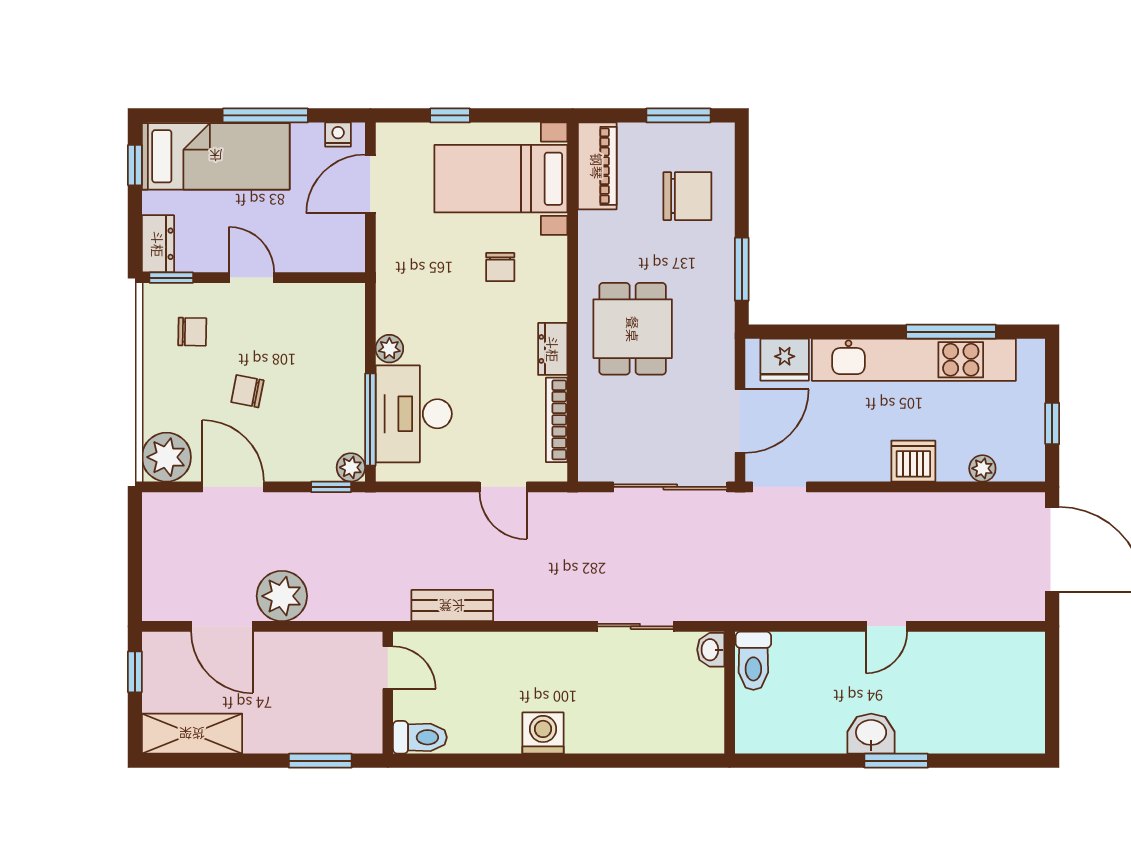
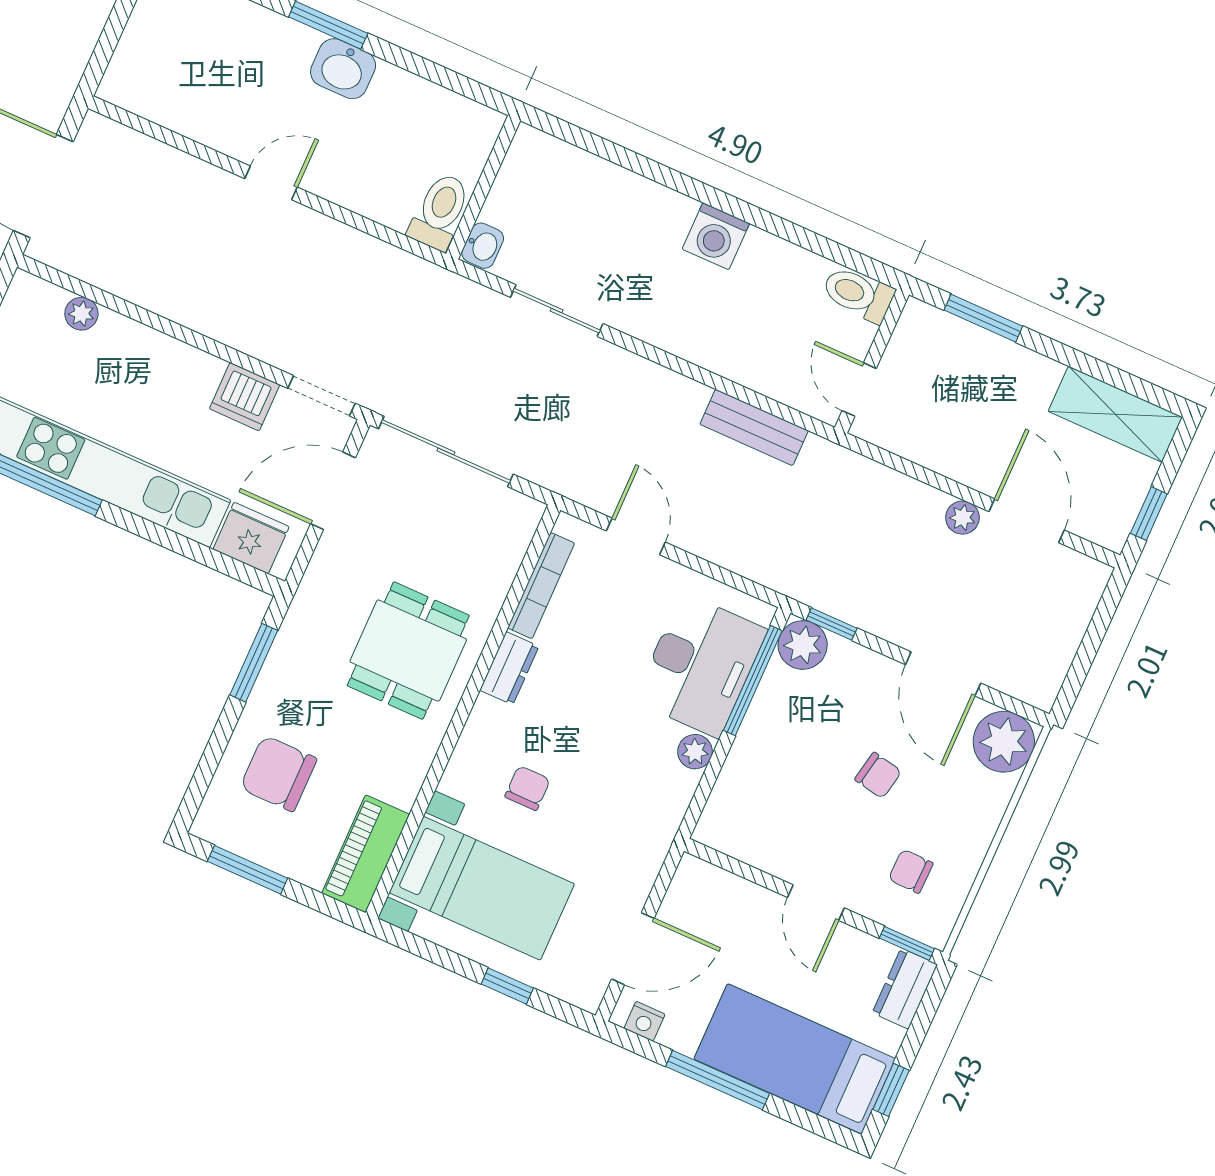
dishwasher: (913, 461) -> (245, 397), moved
plant: (351, 467) -> (803, 645), width x1.38, depth x1.38
plant: (282, 596) -> (962, 518), width x0.53, depth x0.53

